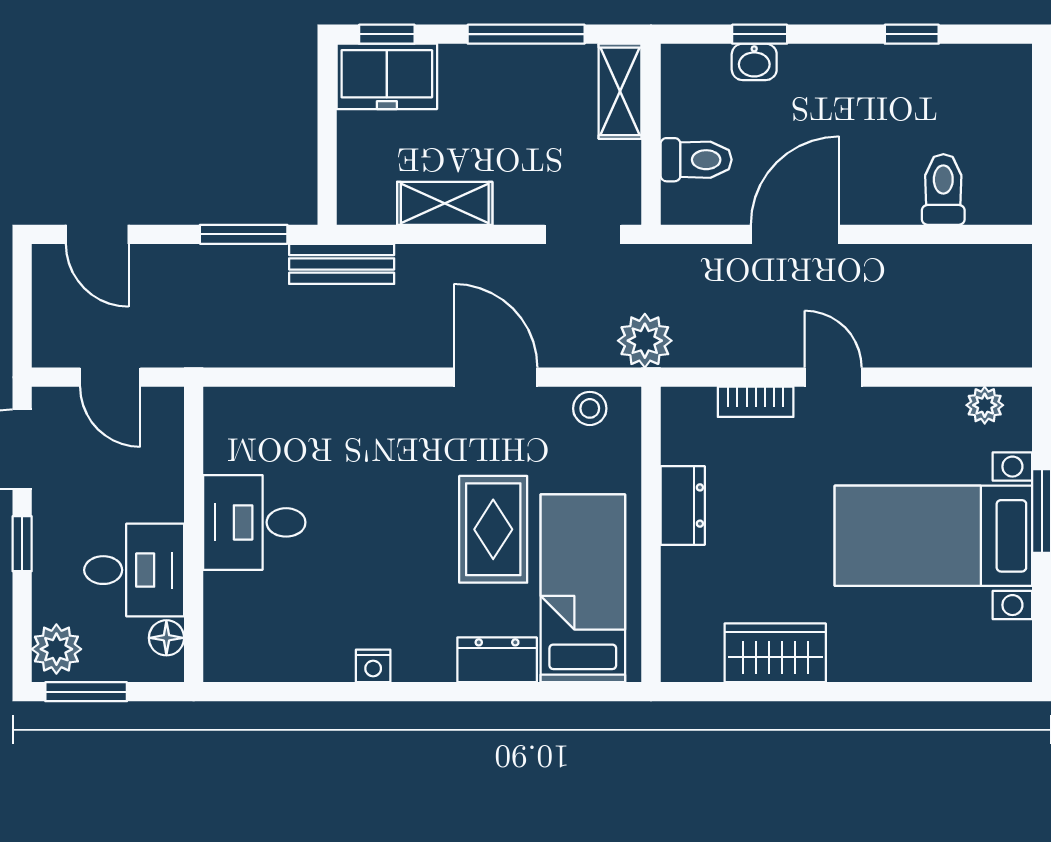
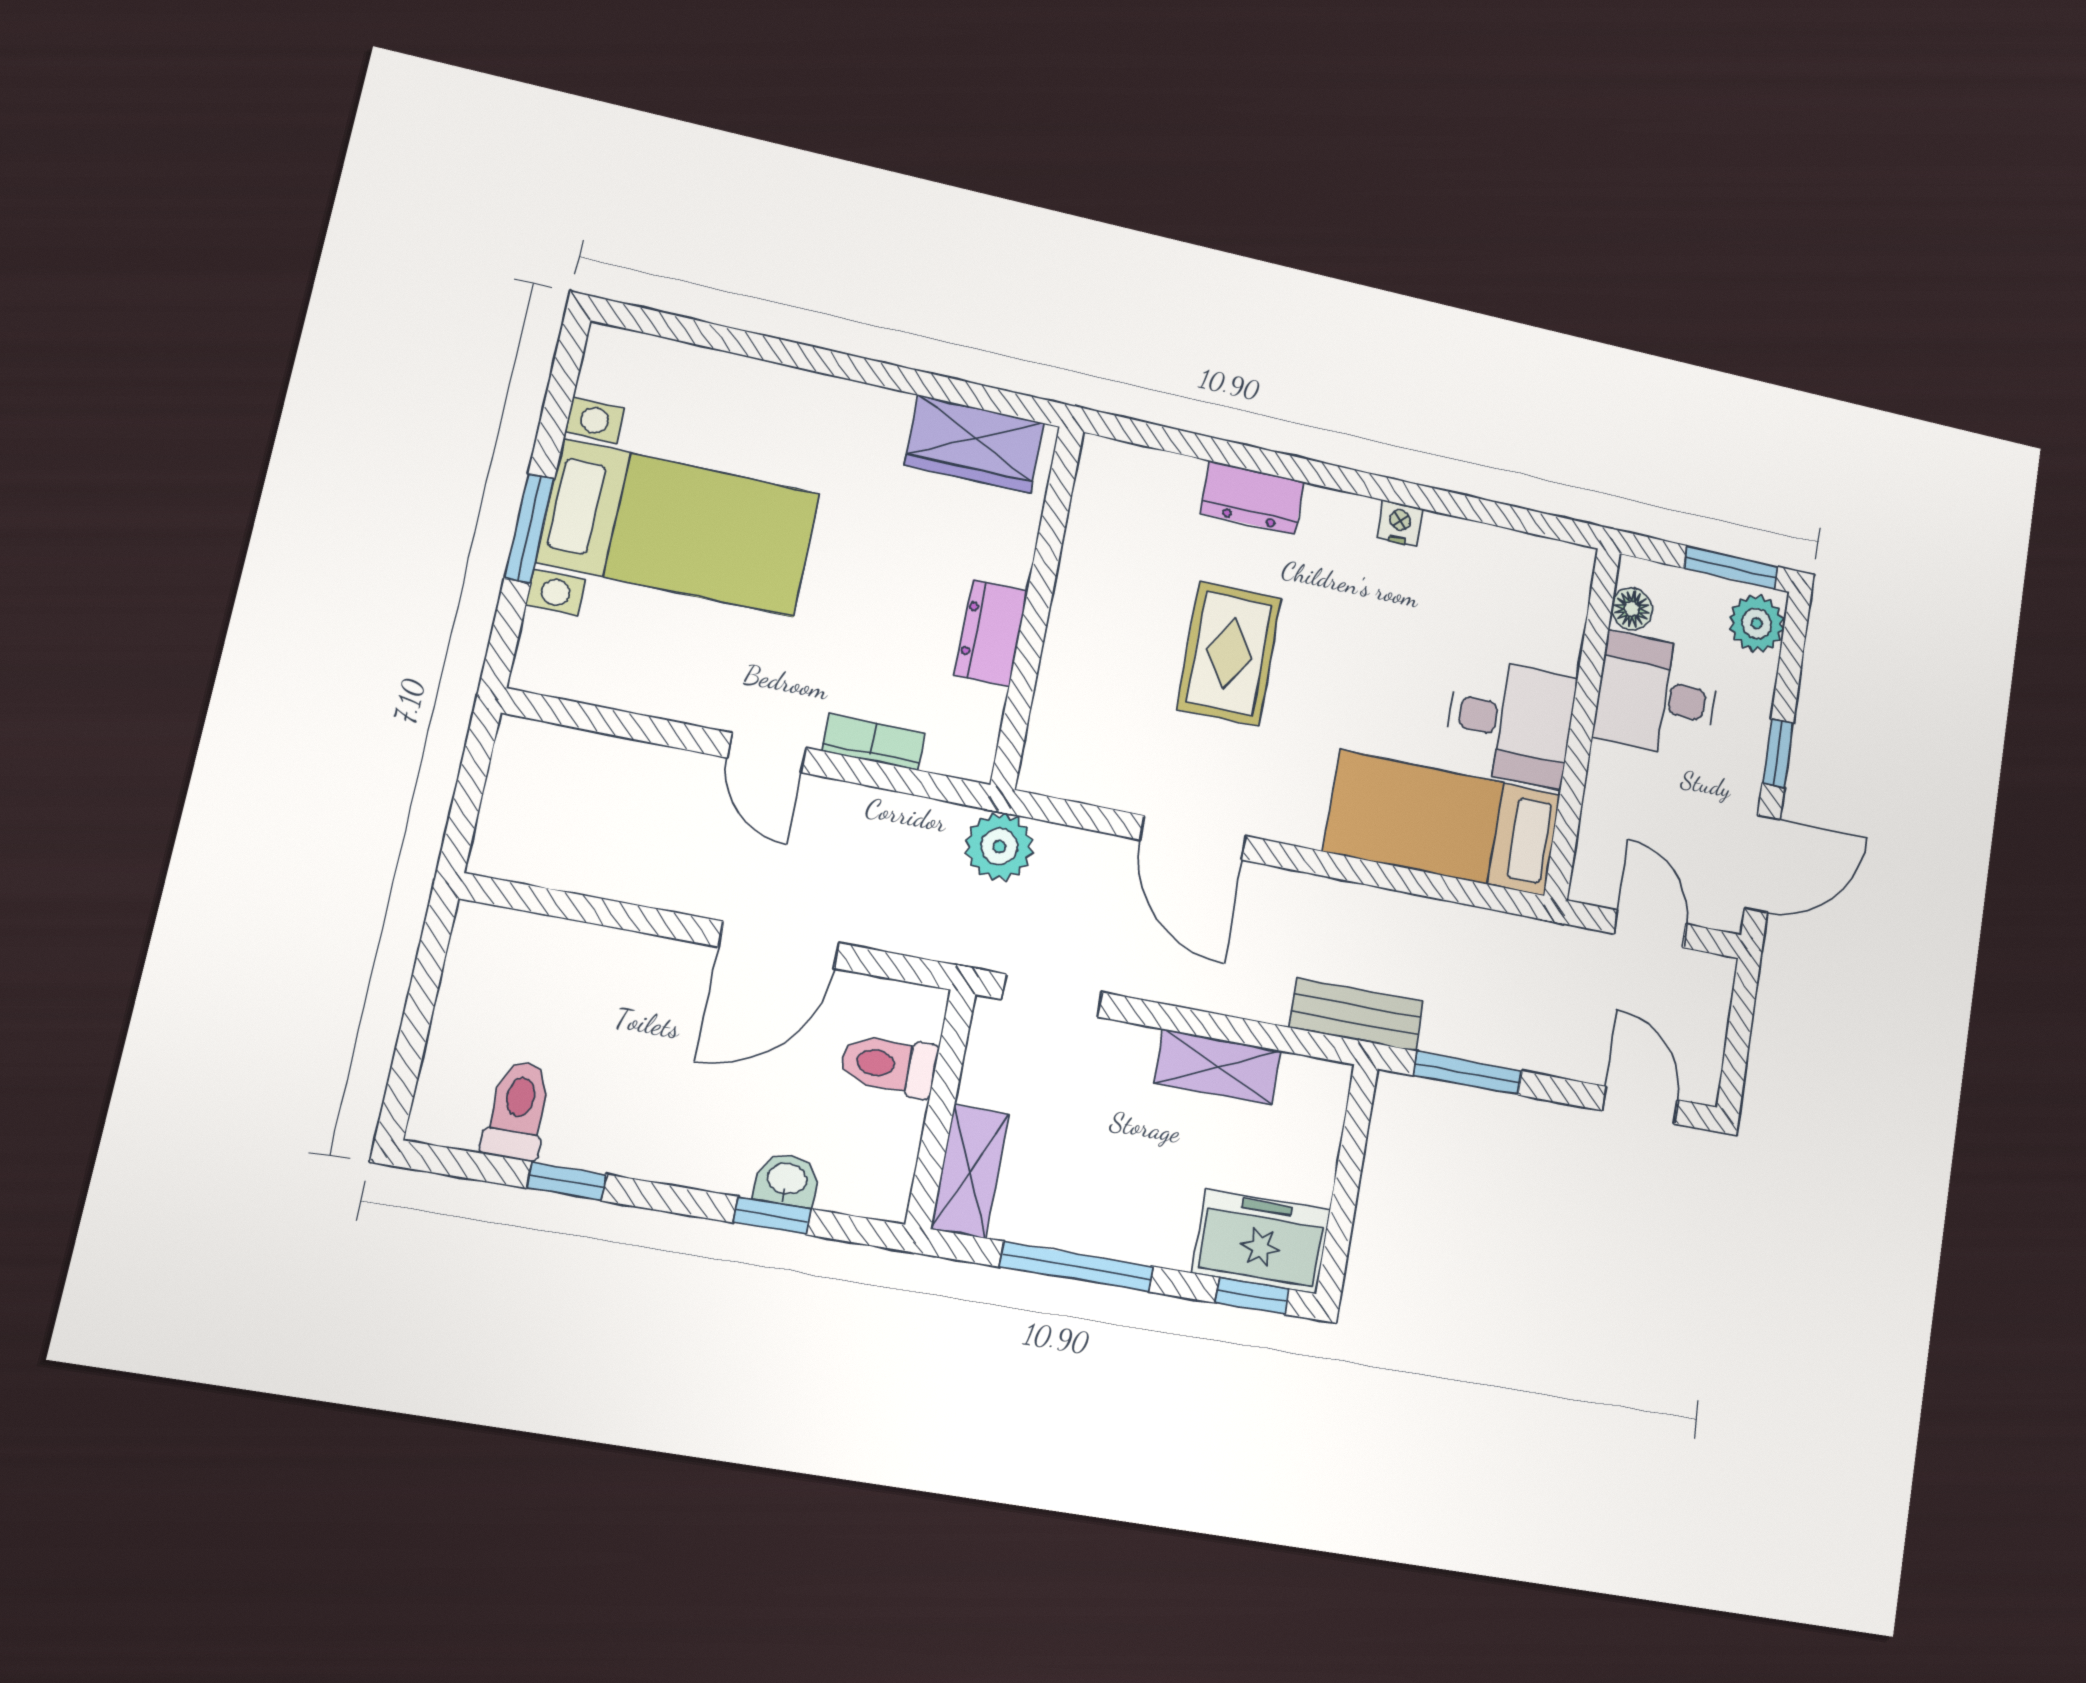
toilet: (943, 189) -> (518, 1110), moved, turned 180
plant: (985, 405) -> (575, 677), removed
stool: (590, 408) -> (1084, 776), removed
bed: (583, 588) -> (1443, 823), moved, turned 90
wardrobe: (775, 653) -> (974, 444), moved

